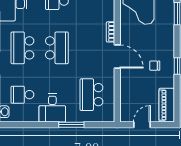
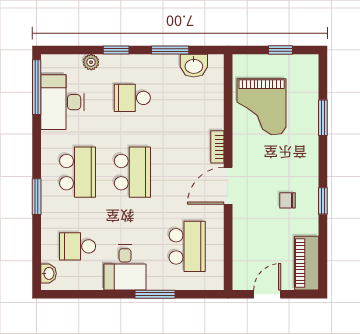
school desk: (22, 48) -> (78, 172), turned 180
door: (117, 56) -> (228, 186), swing flipped
school desk: (91, 95) -> (187, 246), turned 180

